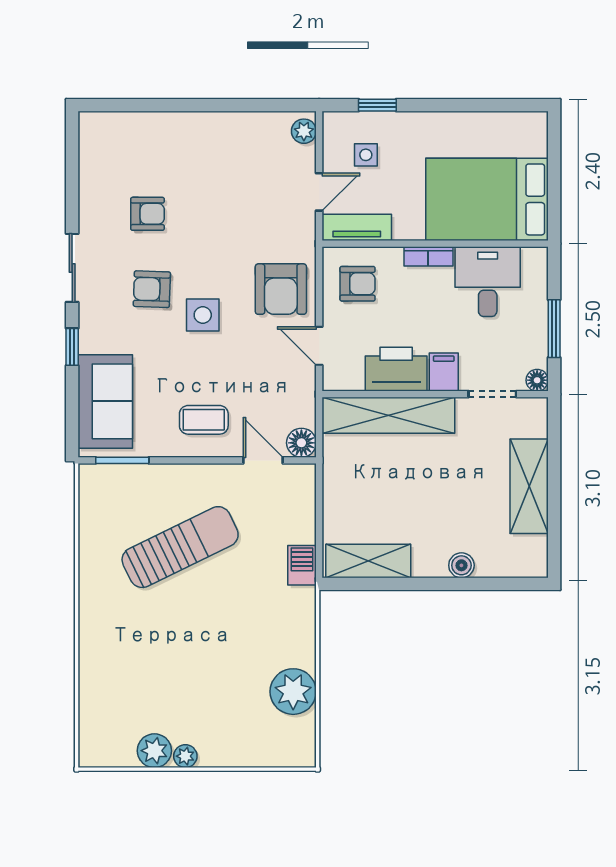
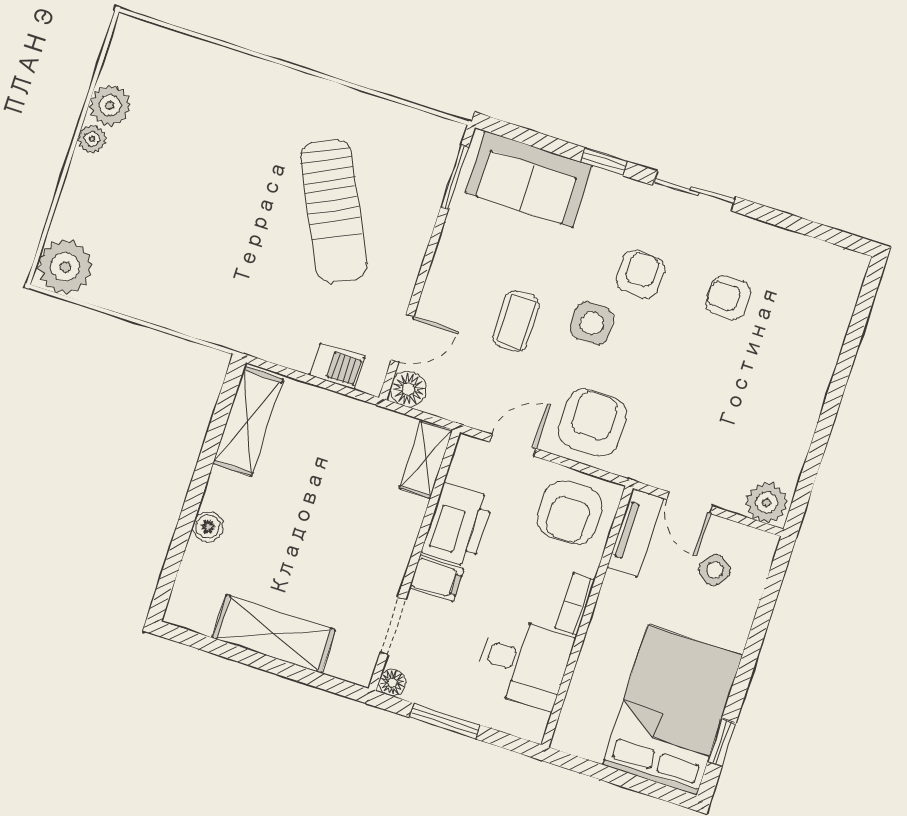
window: (377, 105) -> (722, 742), moved
plant: (304, 131) -> (767, 503), width x1.38, depth x1.38
side table: (366, 155) -> (715, 570), turned 35
bed: (487, 199) -> (672, 710), moved
armchair: (147, 214) -> (728, 298), turned 90
armchair: (358, 284) -> (570, 512), width x1.38, depth x1.38
armchair: (281, 289) -> (592, 423), turned 90
shelving: (388, 415) -> (426, 459), width x0.45, depth x0.75
coffee table: (204, 420) -> (516, 321), moved
barbecue: (302, 565) -> (337, 366), moved
plant: (293, 692) -> (65, 267), moved

